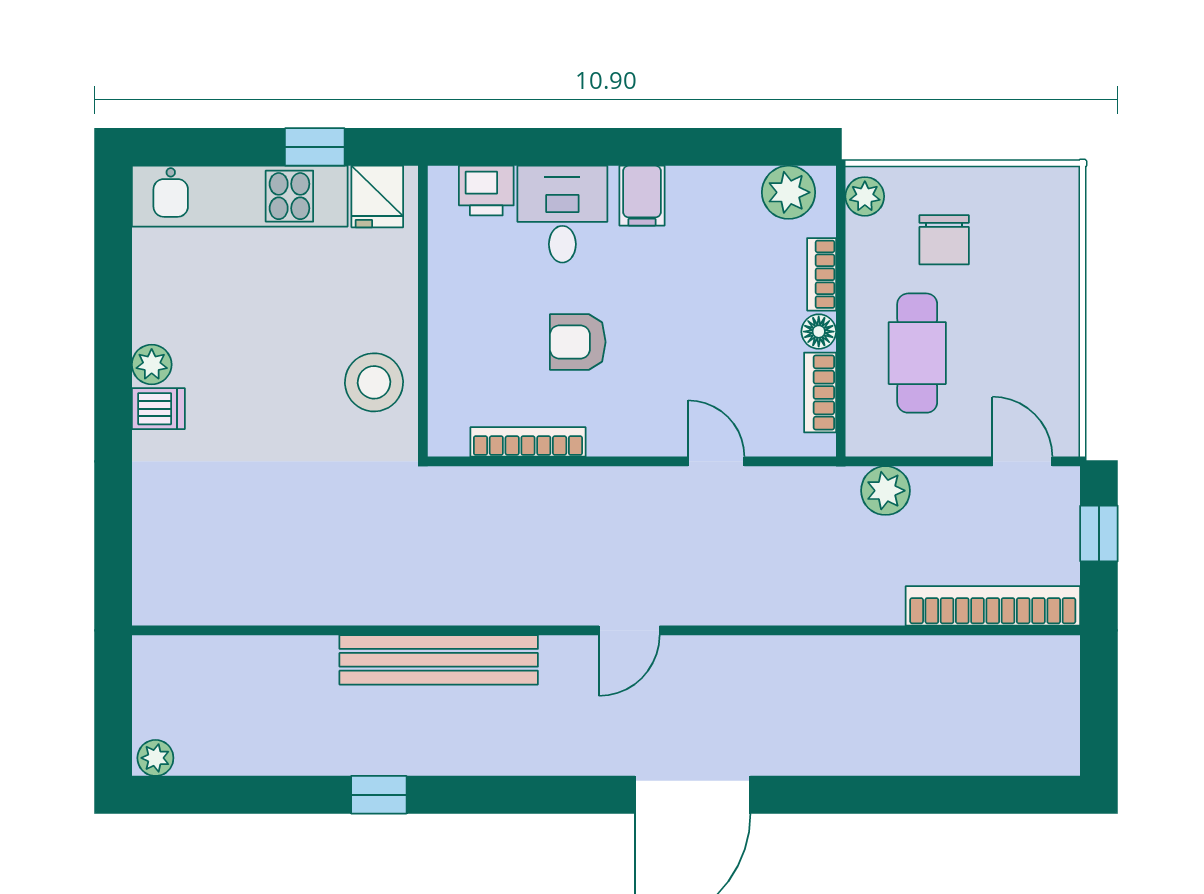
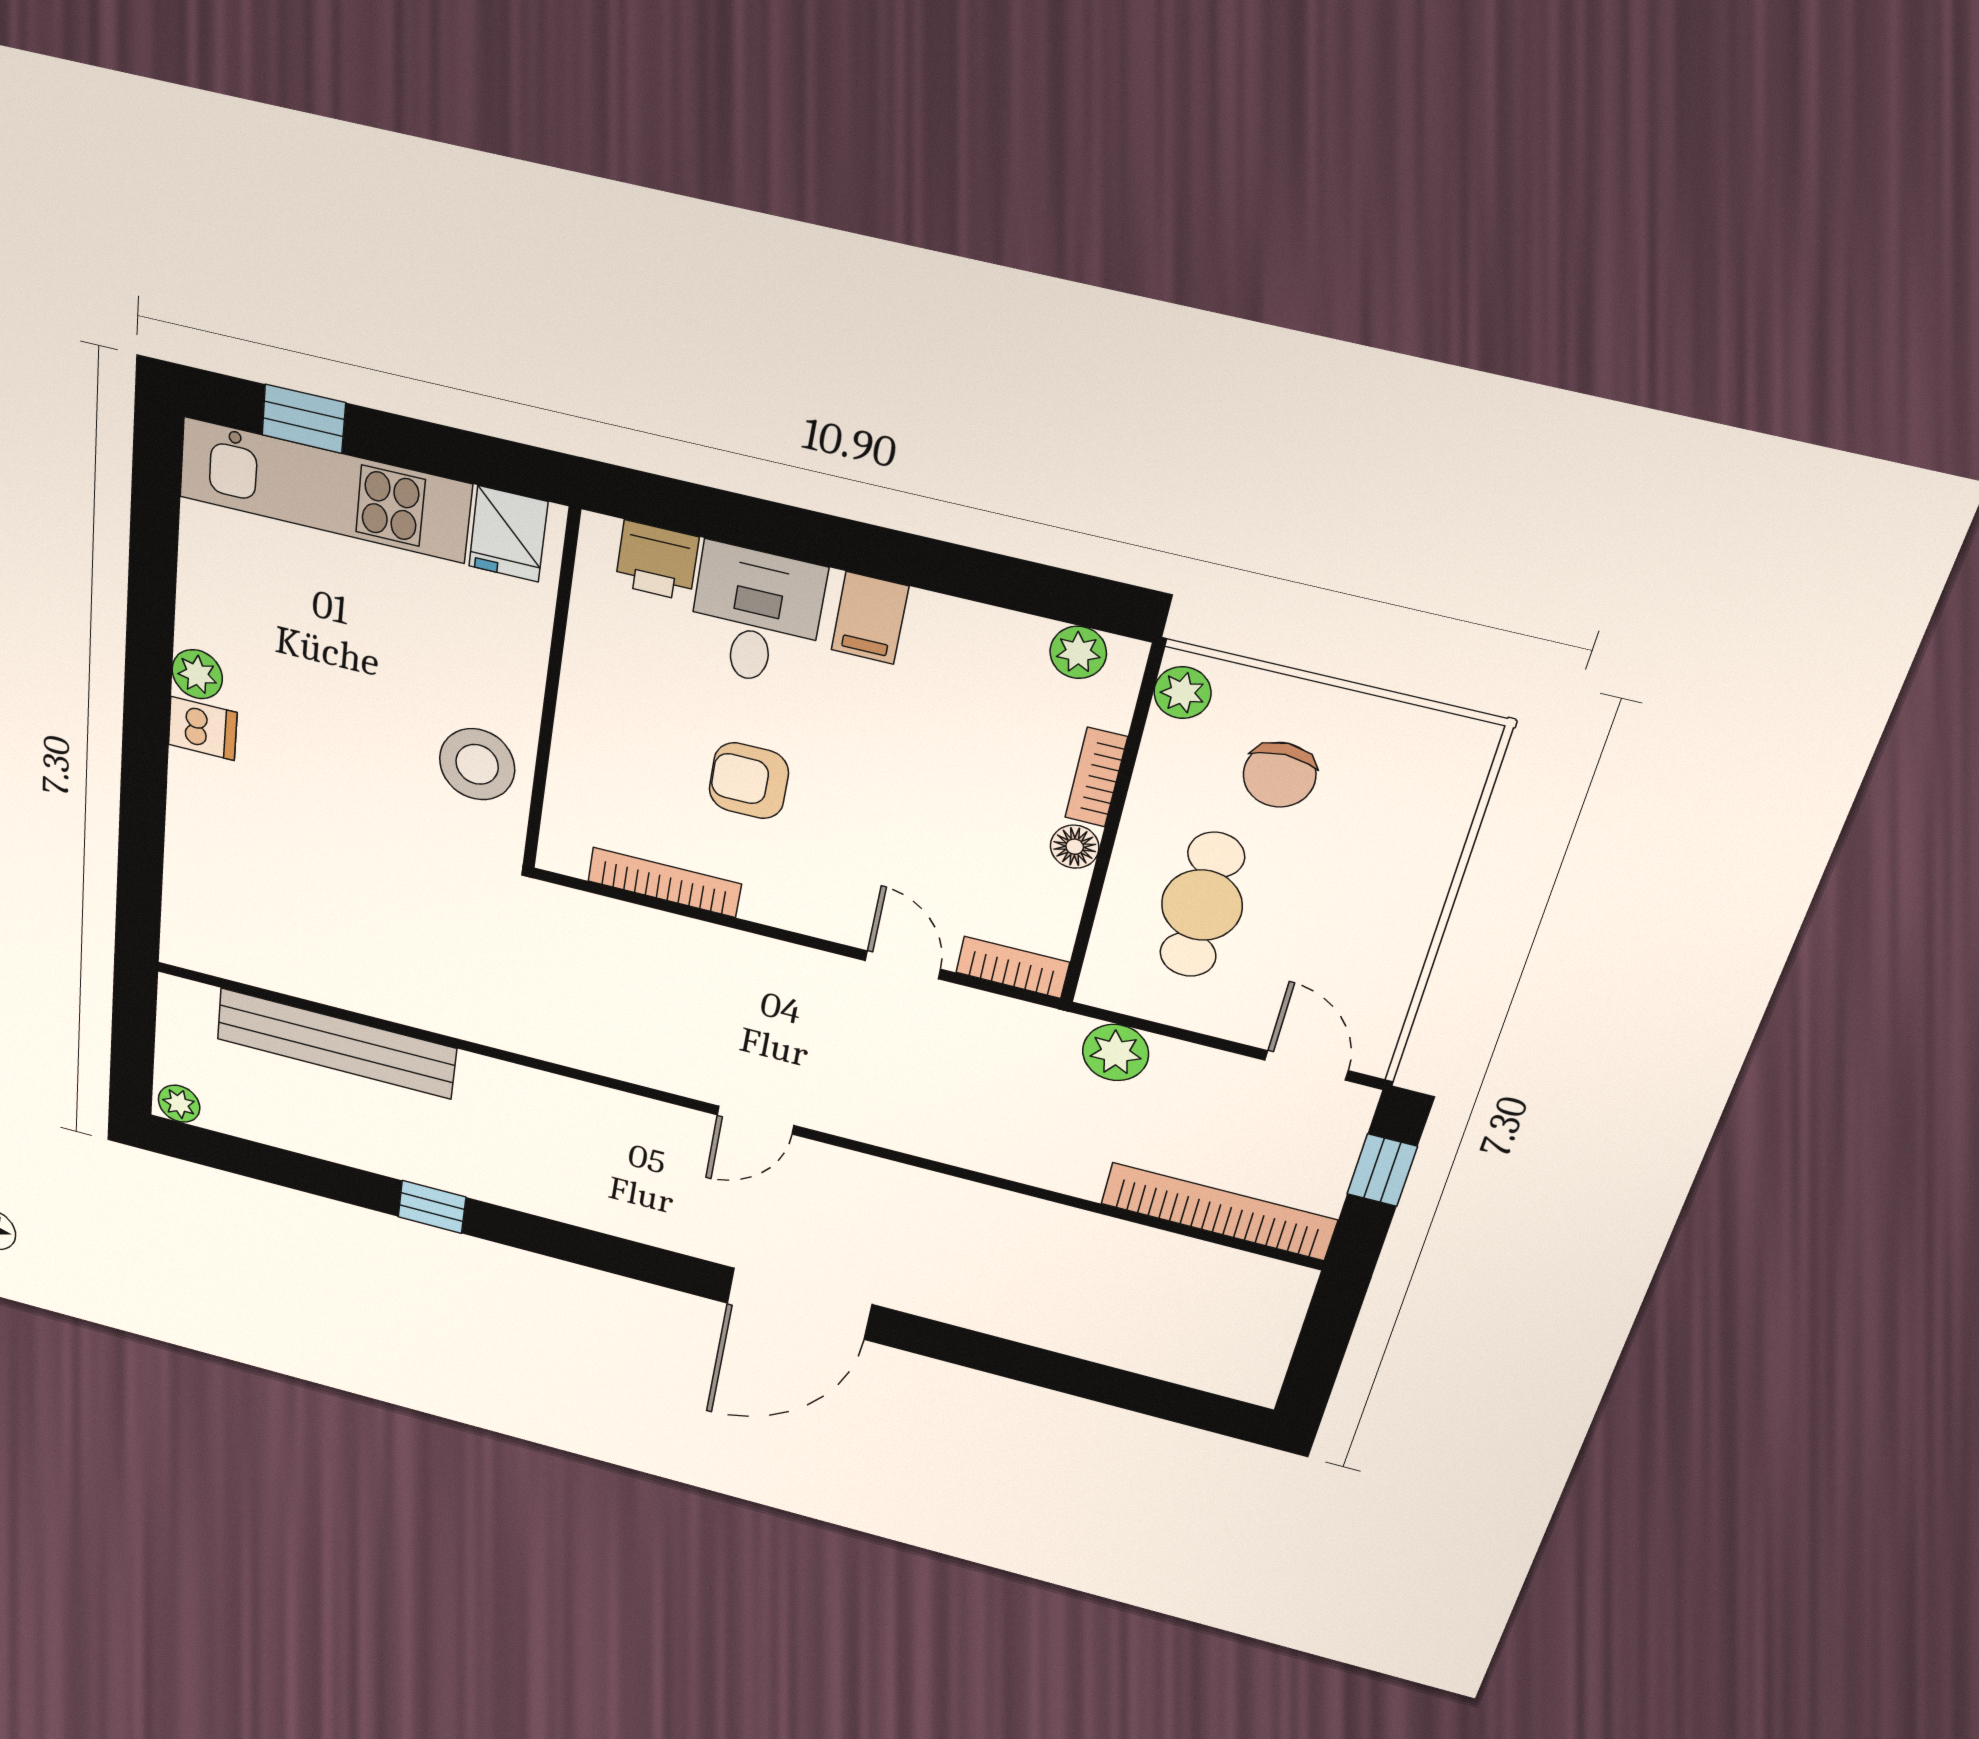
window: (315, 147) -> (304, 419), moved
plant: (789, 192) -> (1078, 652), width x0.73, depth x0.73
bookcase: (820, 393) -> (1013, 967), moved, turned 90
bench: (439, 660) -> (336, 1044), moved

